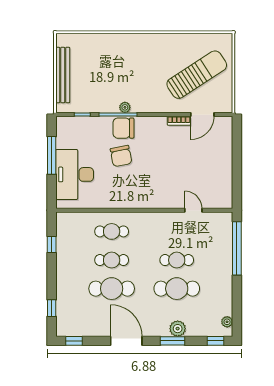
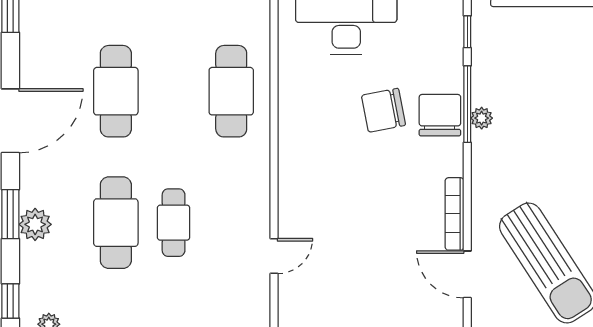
bookcase: (179, 121) -> (454, 214), width x1.56
cafe table: (112, 231) -> (231, 91), width x1.37, depth x1.35
cafe table: (112, 260) -> (174, 91), removed

